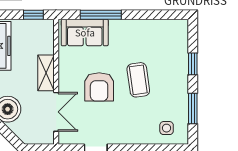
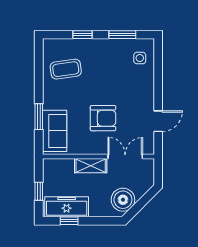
window: (33, 15) -> (39, 191), moved
window: (101, 15) -> (39, 117), width x0.69
coffee table: (138, 80) -> (66, 69), moved

